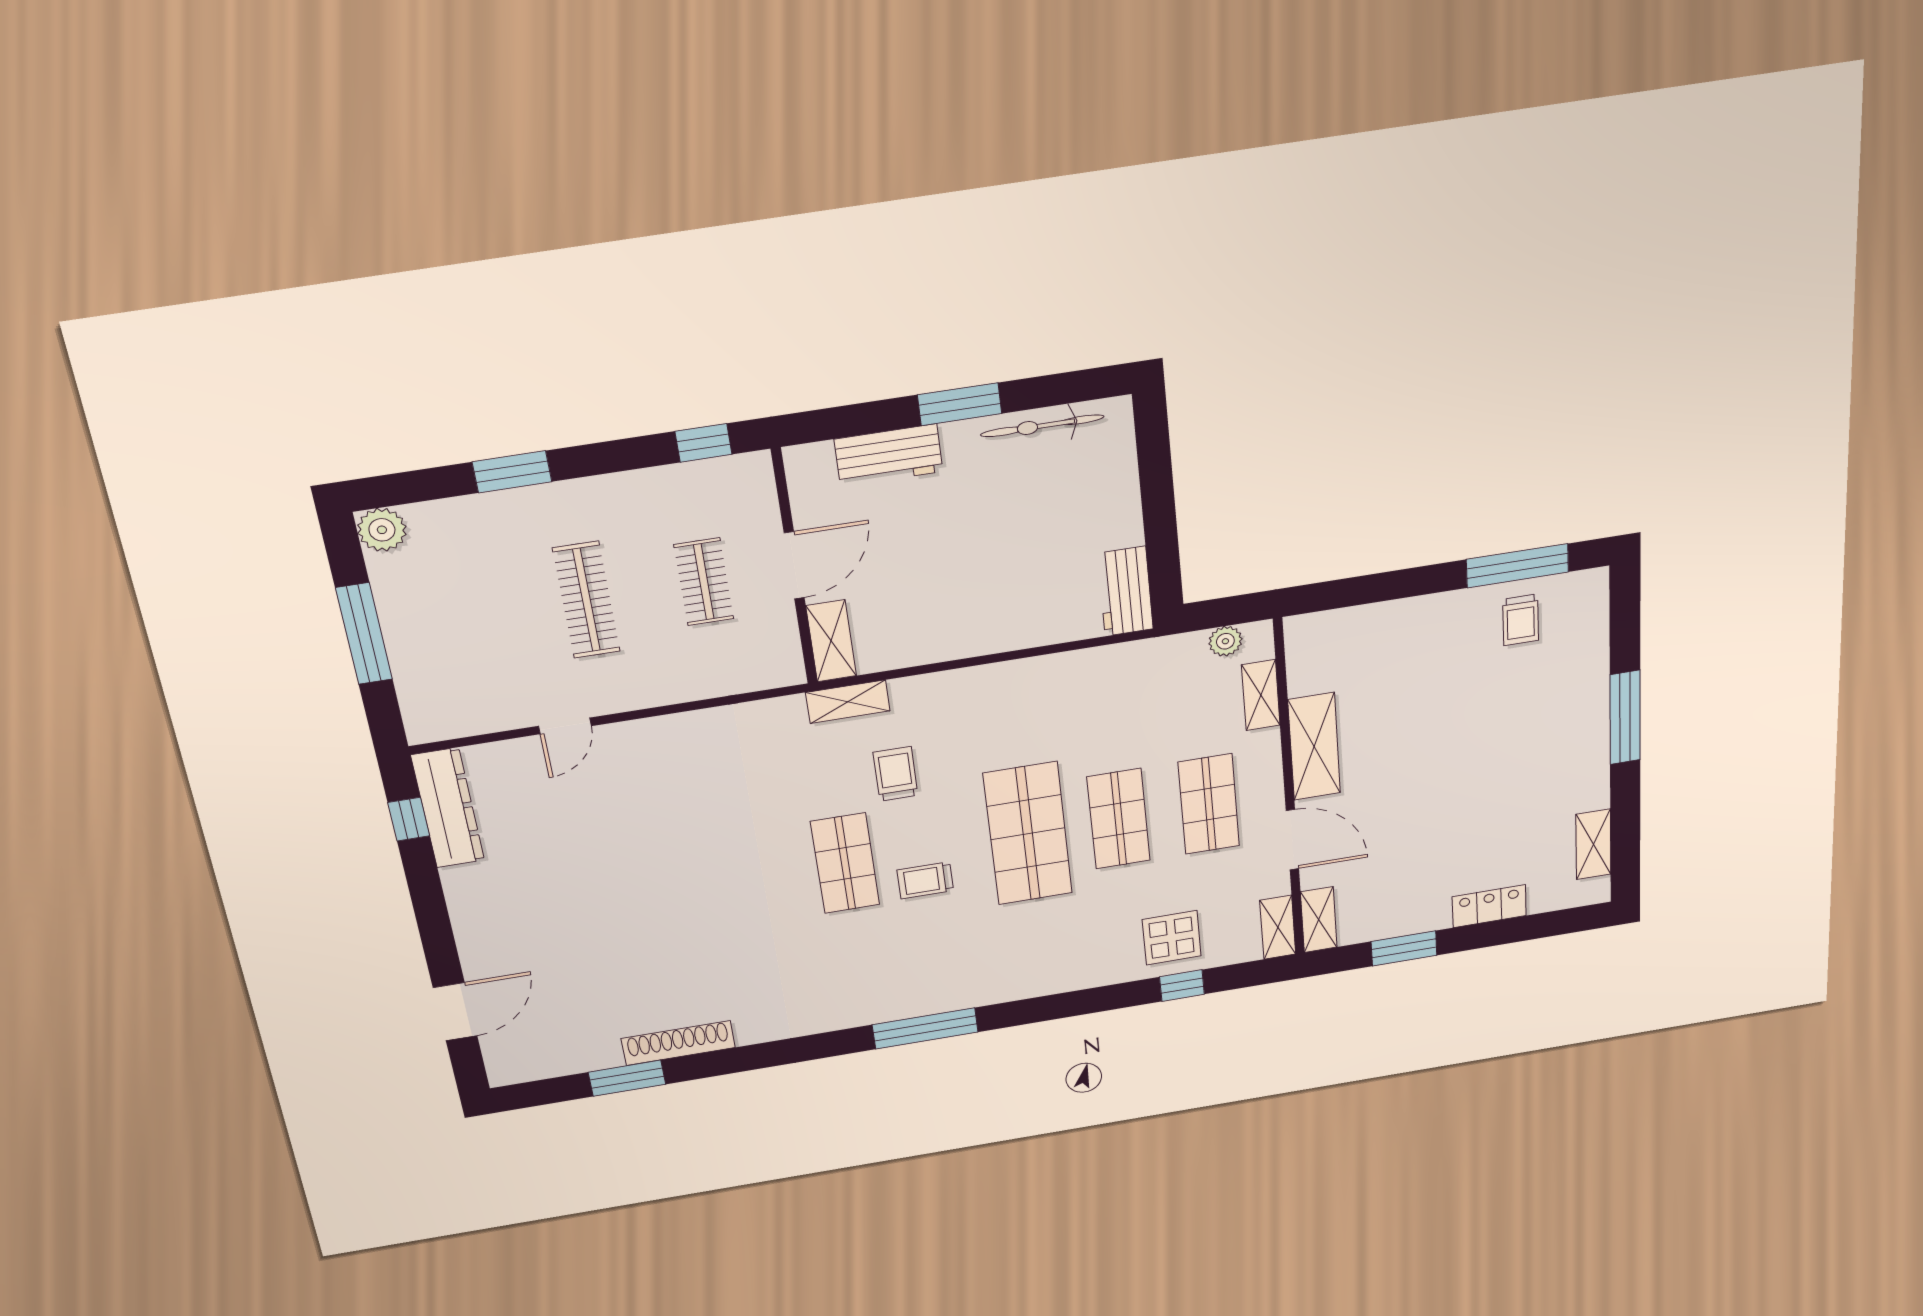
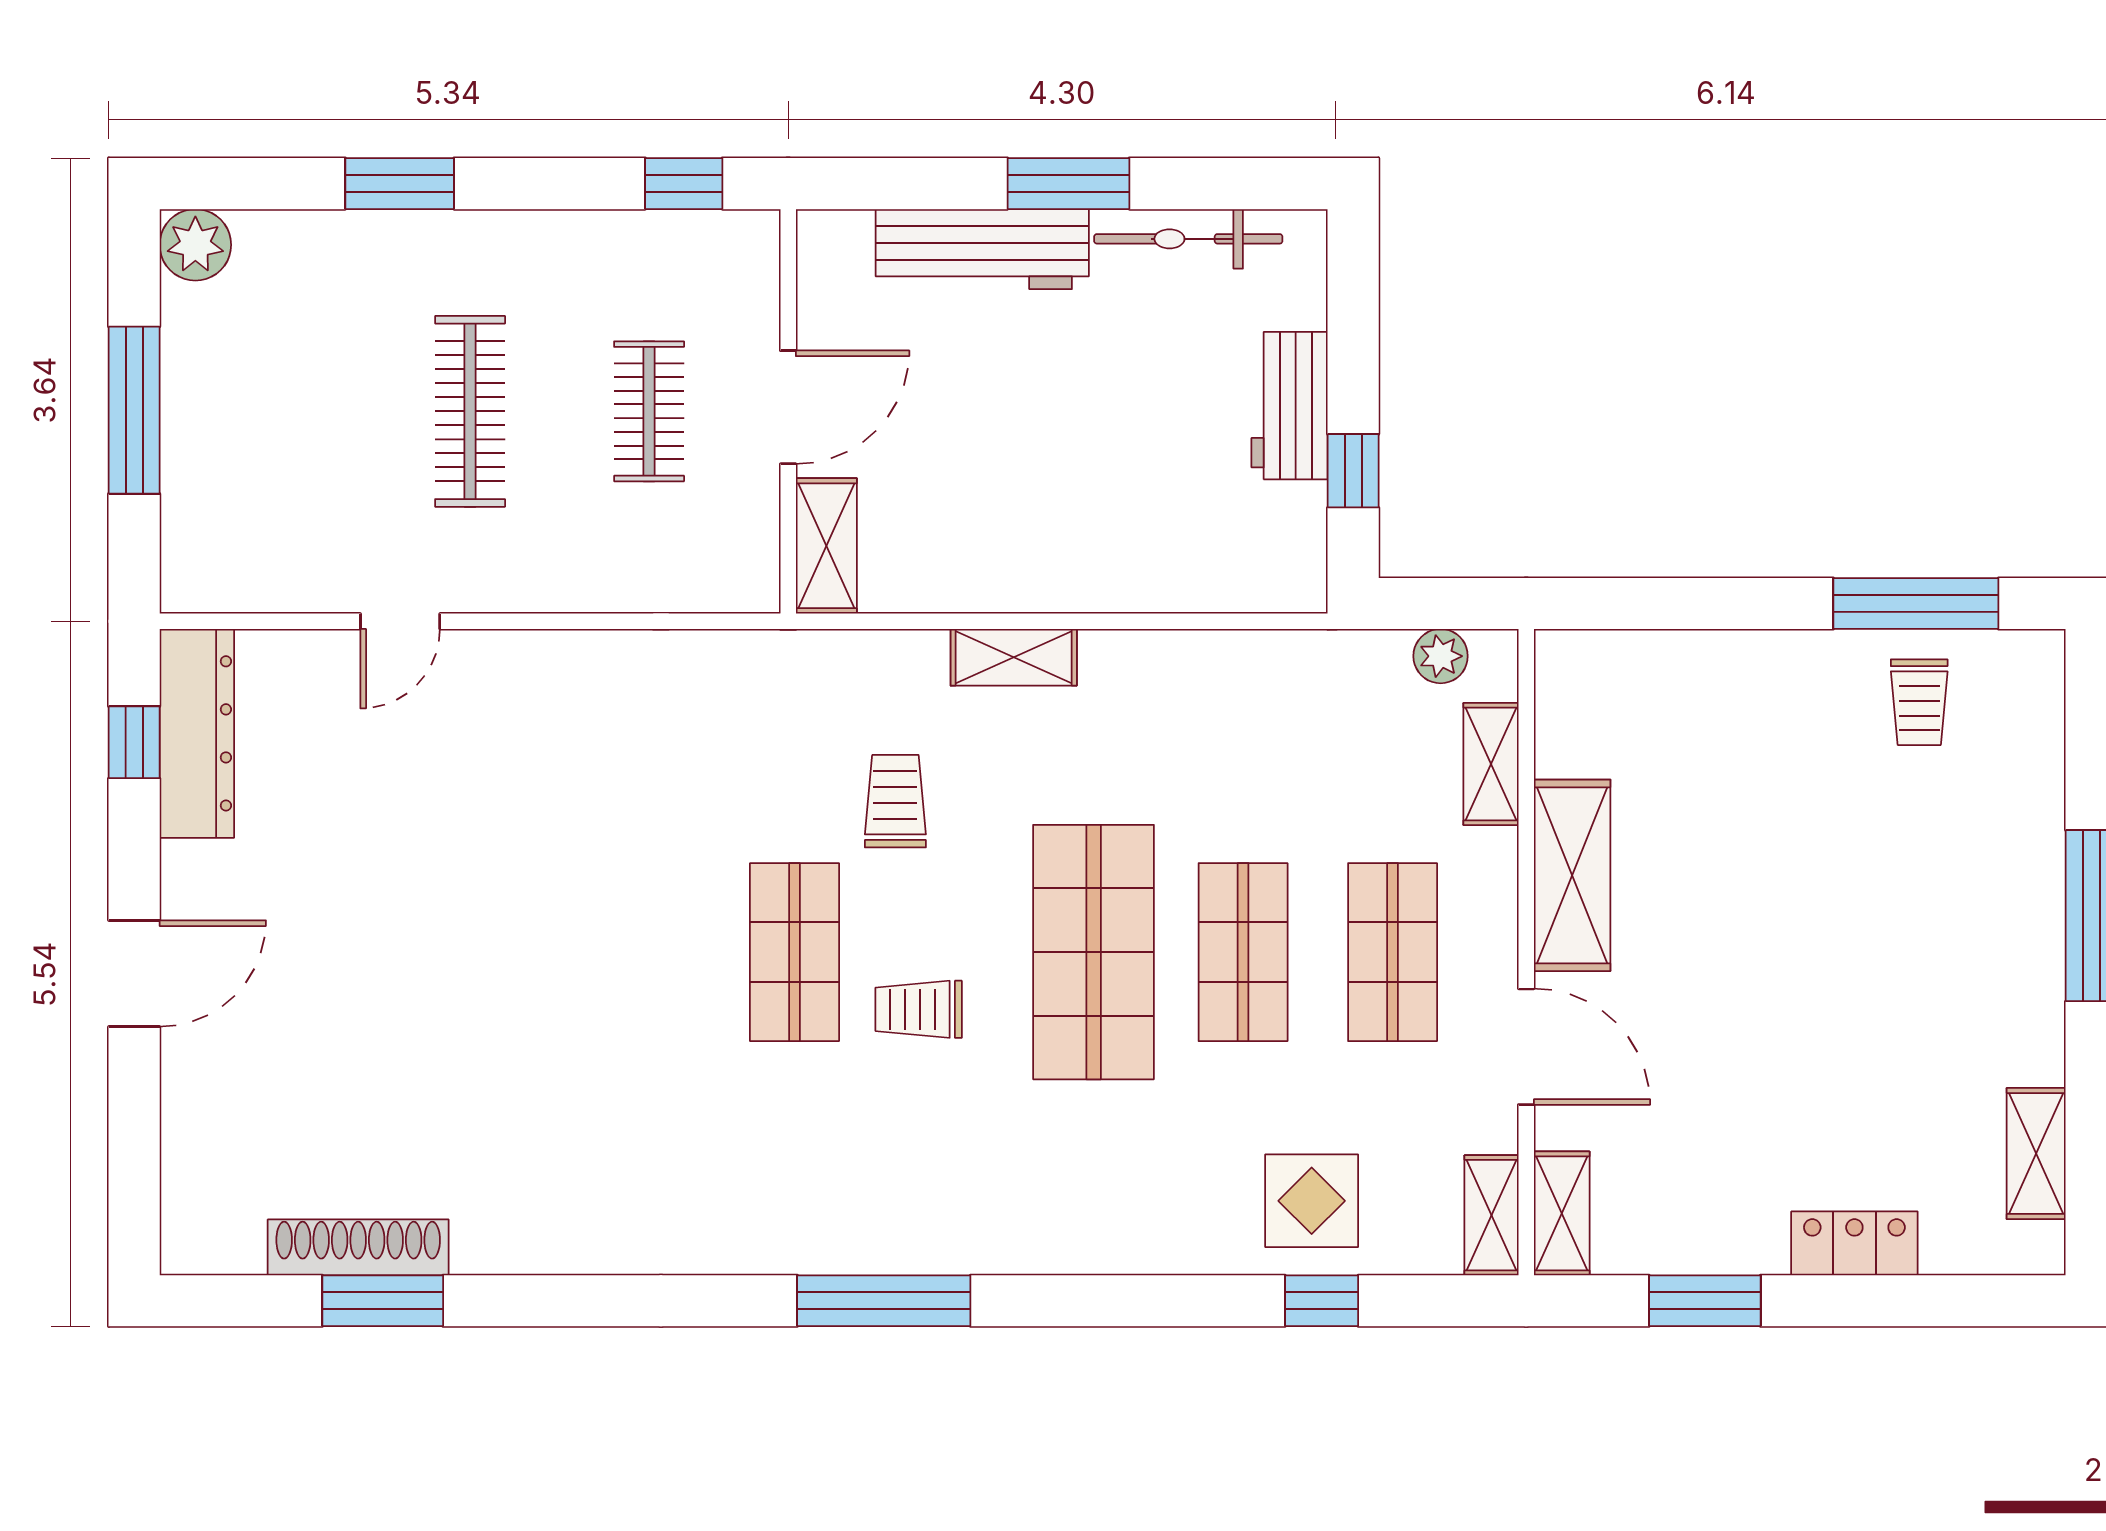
workbench: (889, 455) -> (982, 249), width x1.37
window: (1162, 546) -> (1353, 471), added
workbench: (1125, 591) -> (1290, 406), moved
shelving: (848, 702) -> (1014, 657), moved
door: (455, 1012) -> (134, 973), moved
shoe rack: (678, 1043) -> (358, 1247), moved

